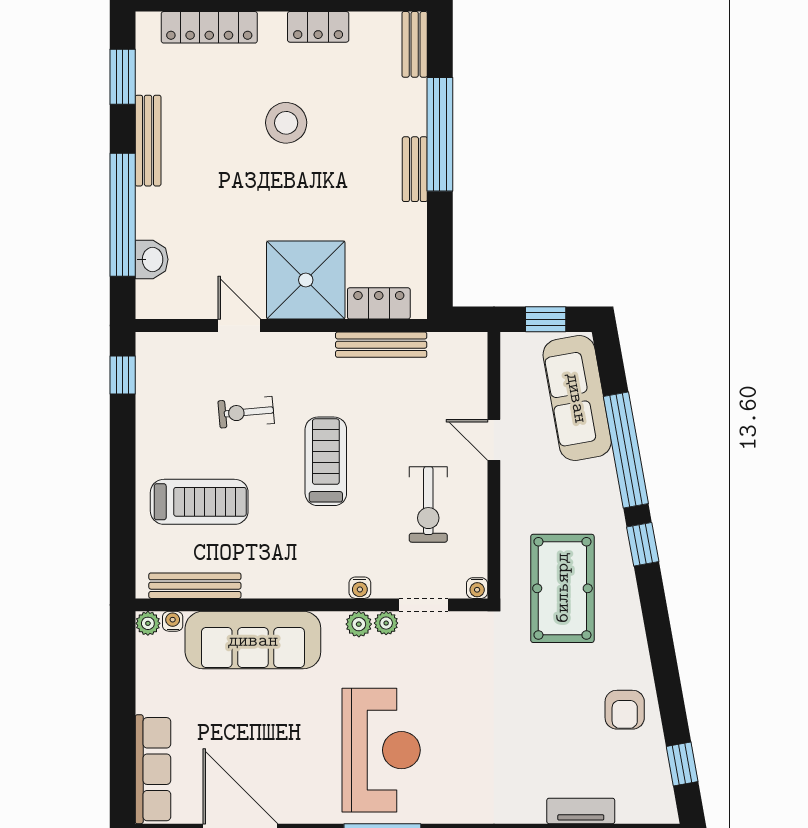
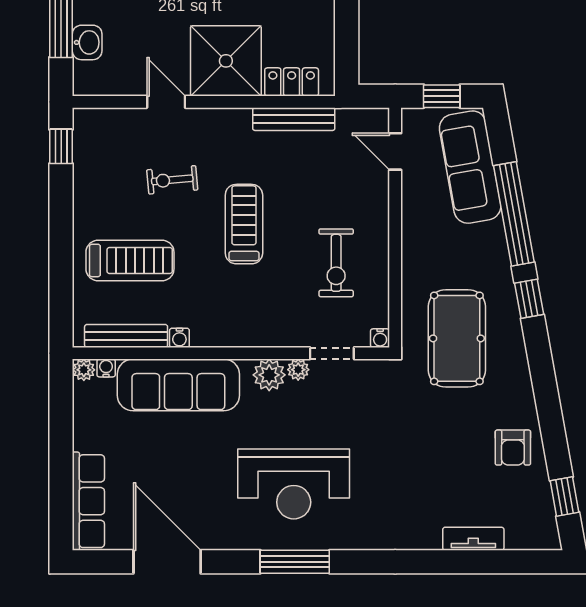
door: (494, 440) -> (395, 151), moved
water cooler: (360, 588) -> (179, 338), moved
plant: (359, 624) -> (269, 375), width x1.38, depth x1.38
reception desk: (381, 750) -> (294, 484), turned 90

